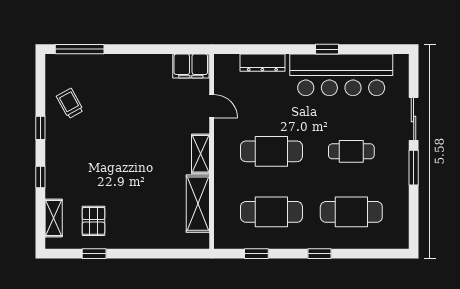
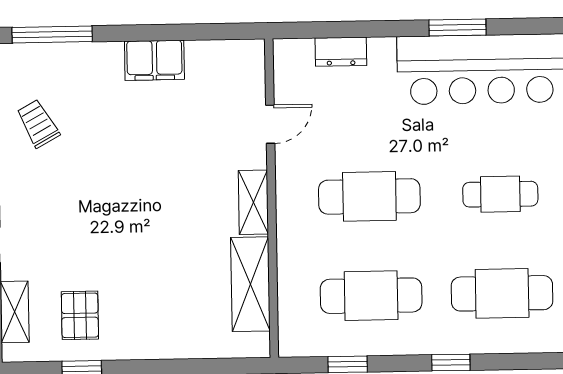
window: (327, 49) -> (457, 27), width x1.50
dresser: (262, 63) -> (341, 52), width x0.70
filing cabinet: (191, 66) -> (154, 60), moved
door: (212, 106) -> (270, 124), hinge flipped

